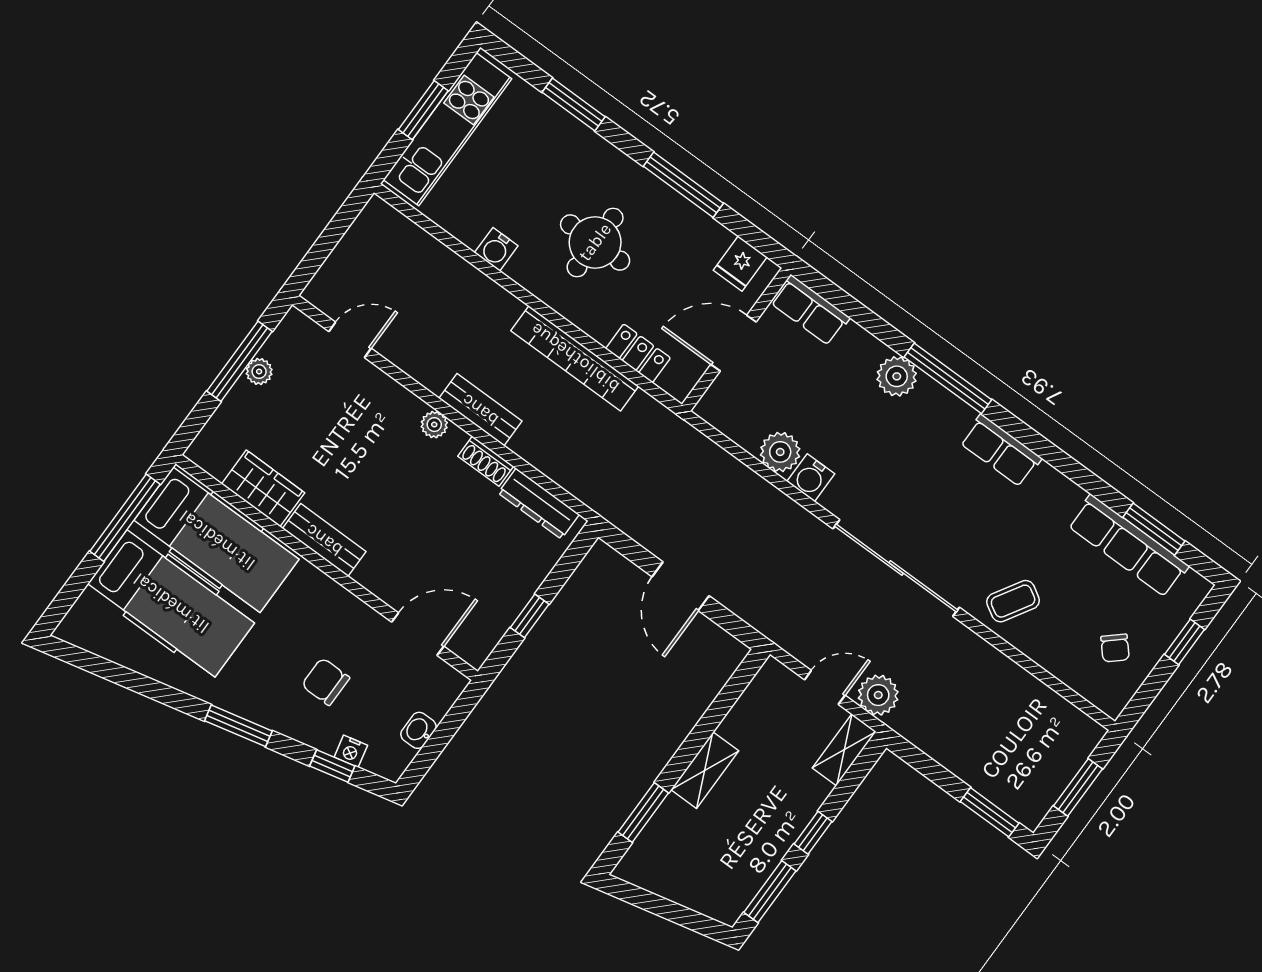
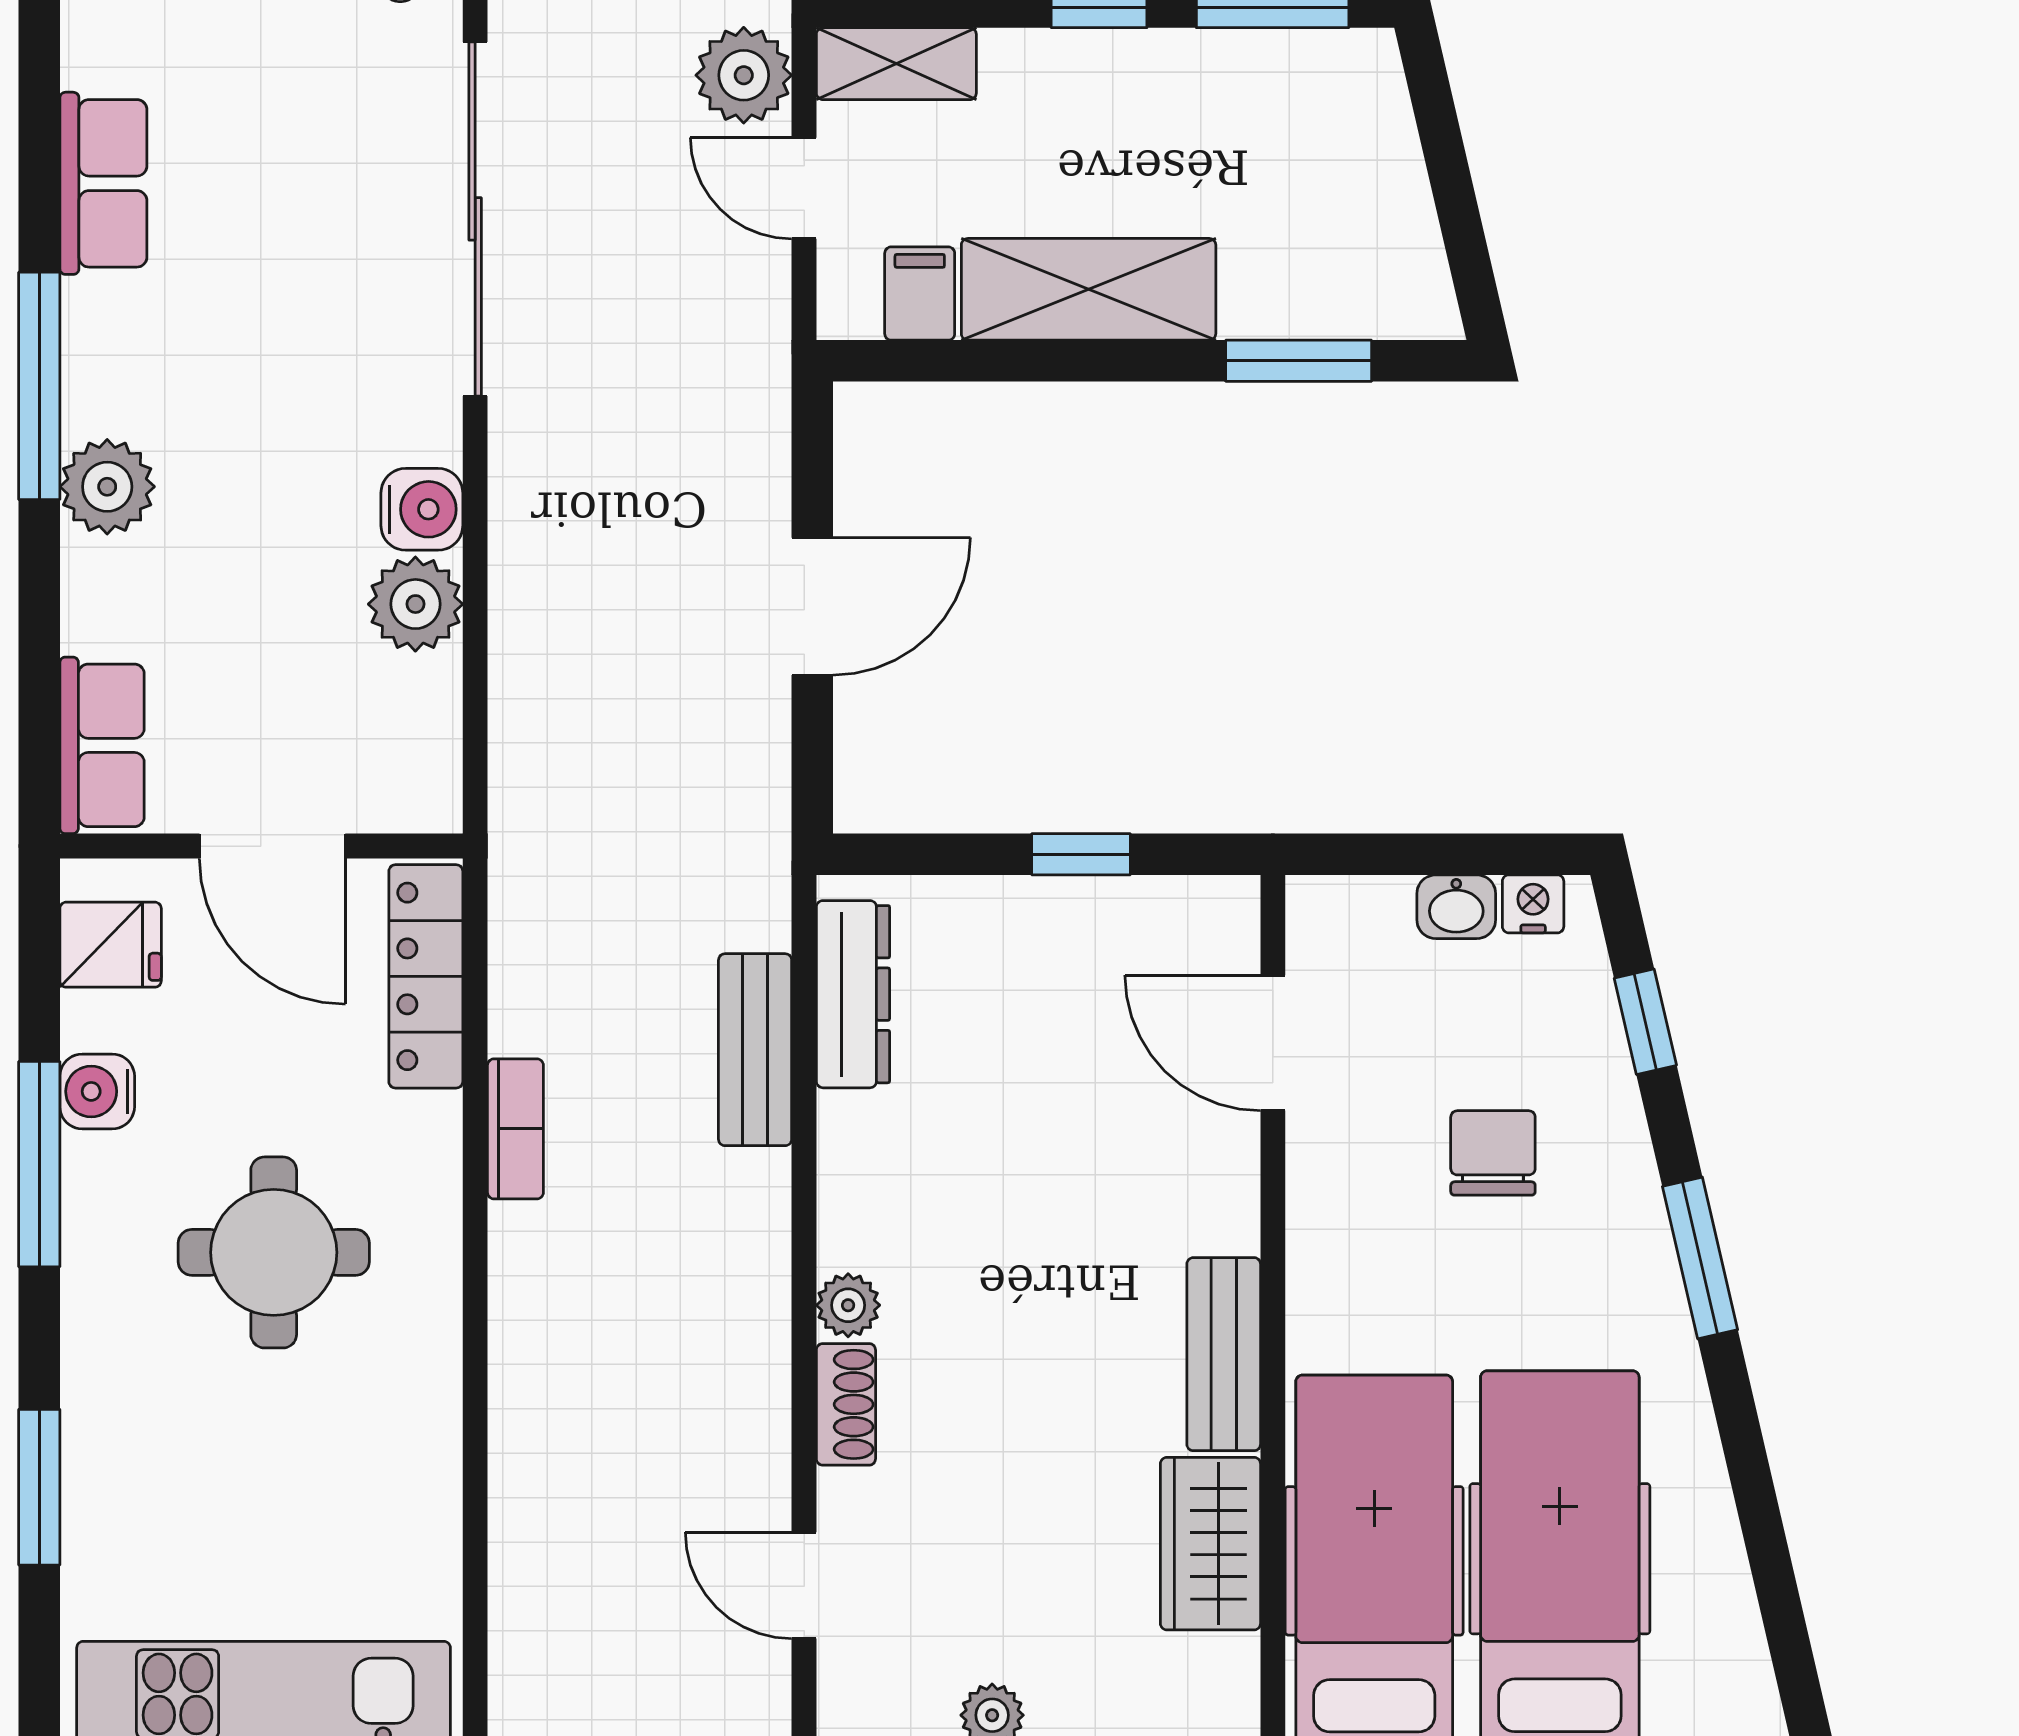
water cooler: (496, 249) -> (97, 1091), moved, turned 180
locker: (638, 353) -> (426, 976), width x1.53
bookcase: (575, 358) -> (515, 1129), width x0.43, depth x0.76
bench: (480, 410) -> (755, 1050), moved
shoe rack: (486, 461) -> (846, 1404), moved
chair: (326, 682) -> (1493, 1153), turned 180
filing cabinet: (760, 701) -> (920, 294), added
nightstand: (351, 751) -> (1533, 904), moved, turned -77
shelving: (705, 770) -> (1089, 289), width x1.50, depth x1.33

